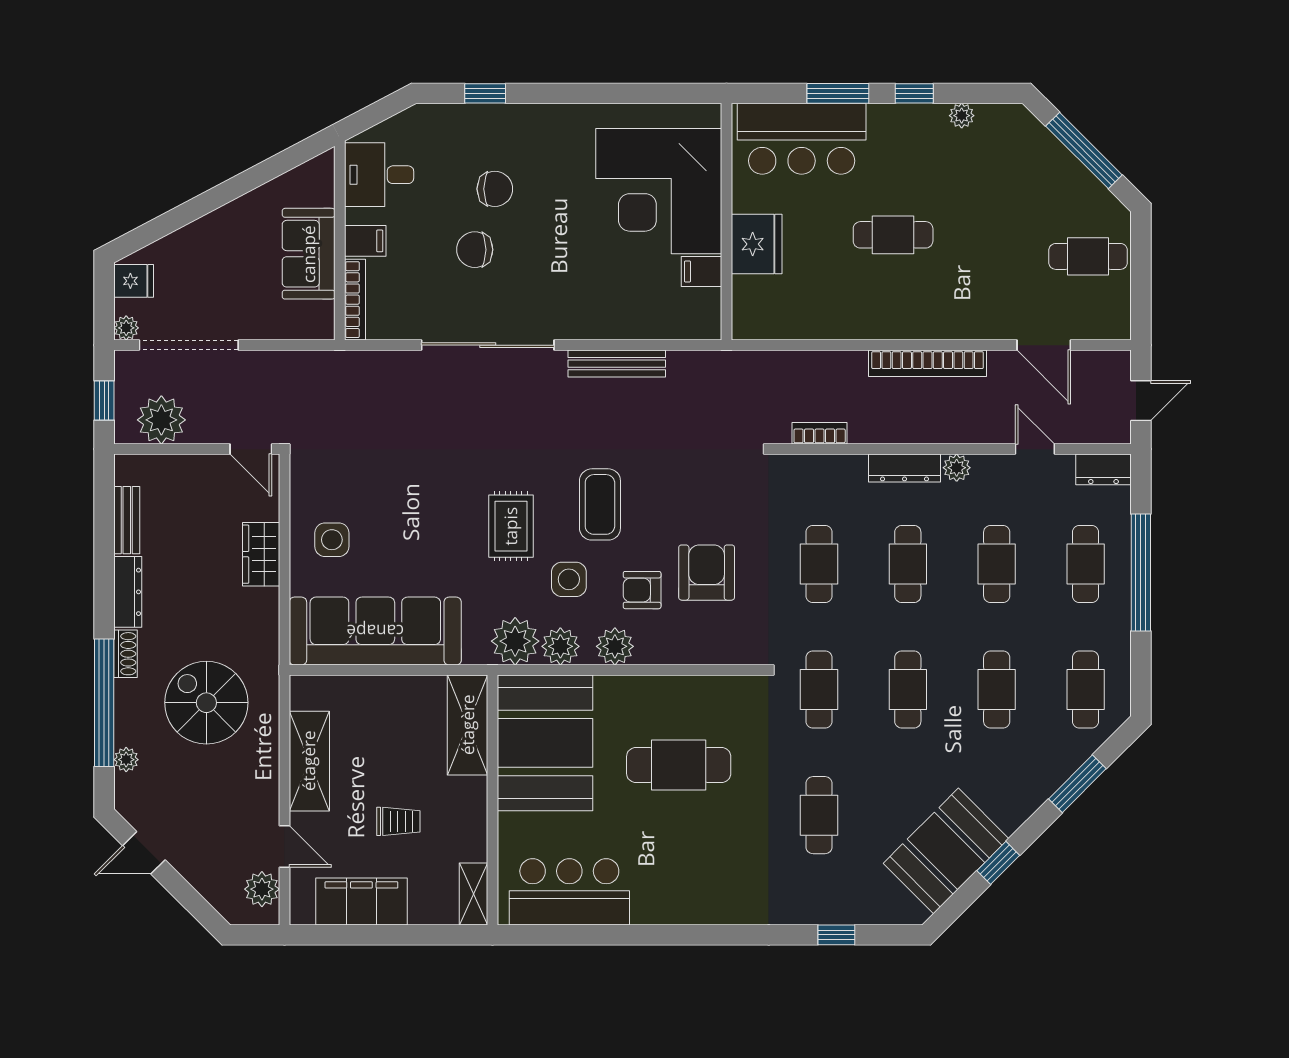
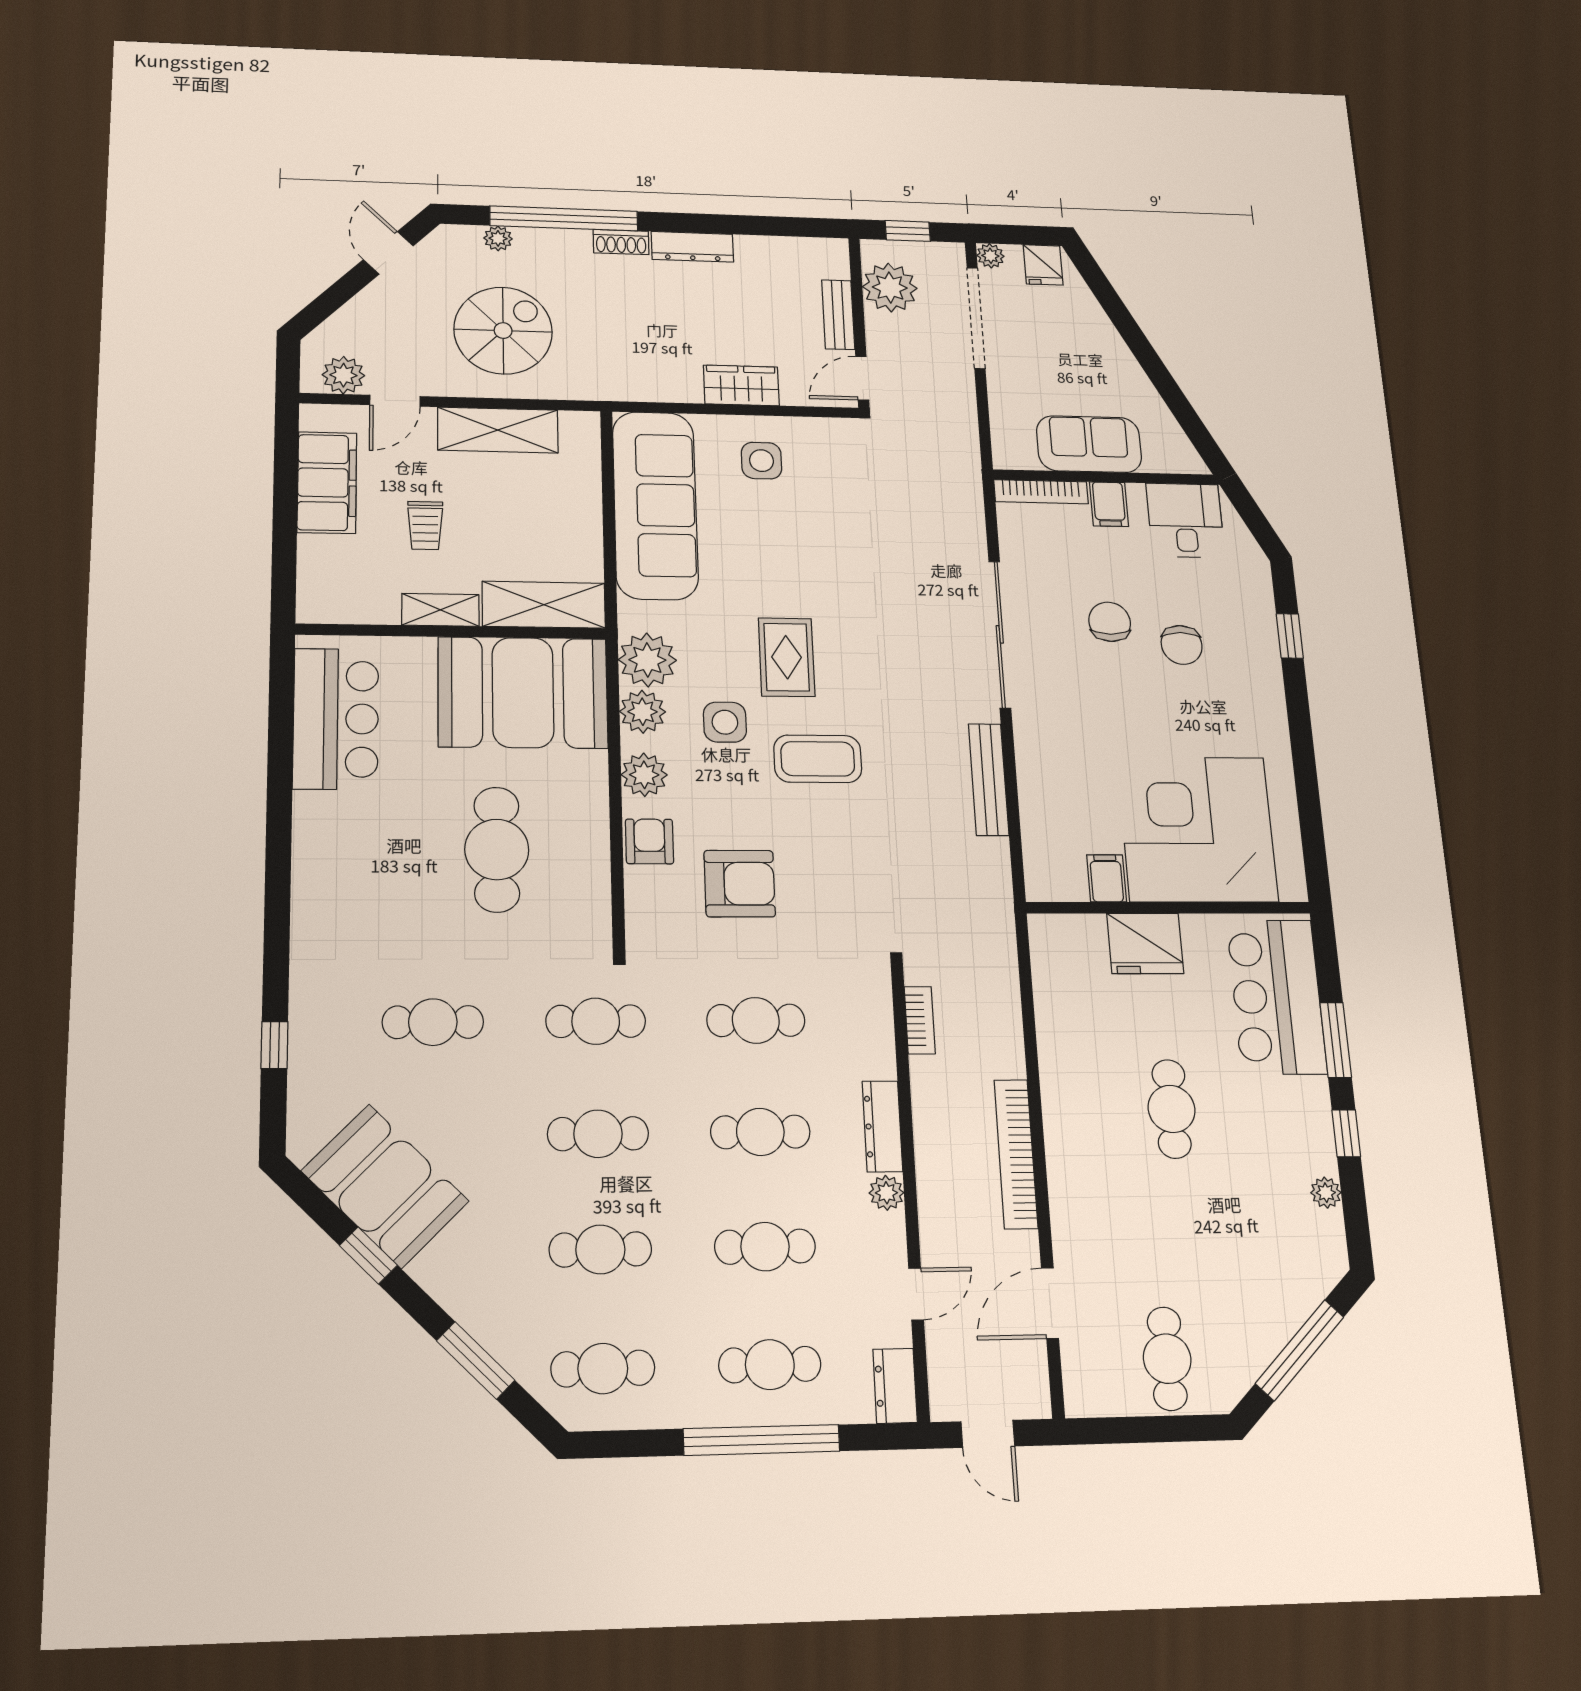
bench: (127, 520) -> (838, 315), moved, turned 90
rug: (511, 526) -> (787, 657), turned 90
armchair: (642, 590) -> (649, 841), moved
spiral stairs: (206, 703) -> (503, 331), moved
shelving: (474, 894) -> (440, 610), moved

